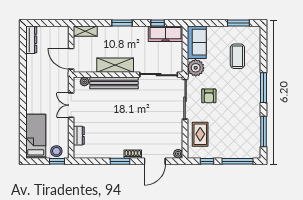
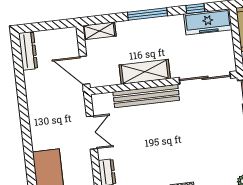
window: (122, 23) -> (147, 14), width x1.44
plant: (84, 82) -> (106, 99), removed
double door: (71, 105) -> (92, 133), swing flipped

